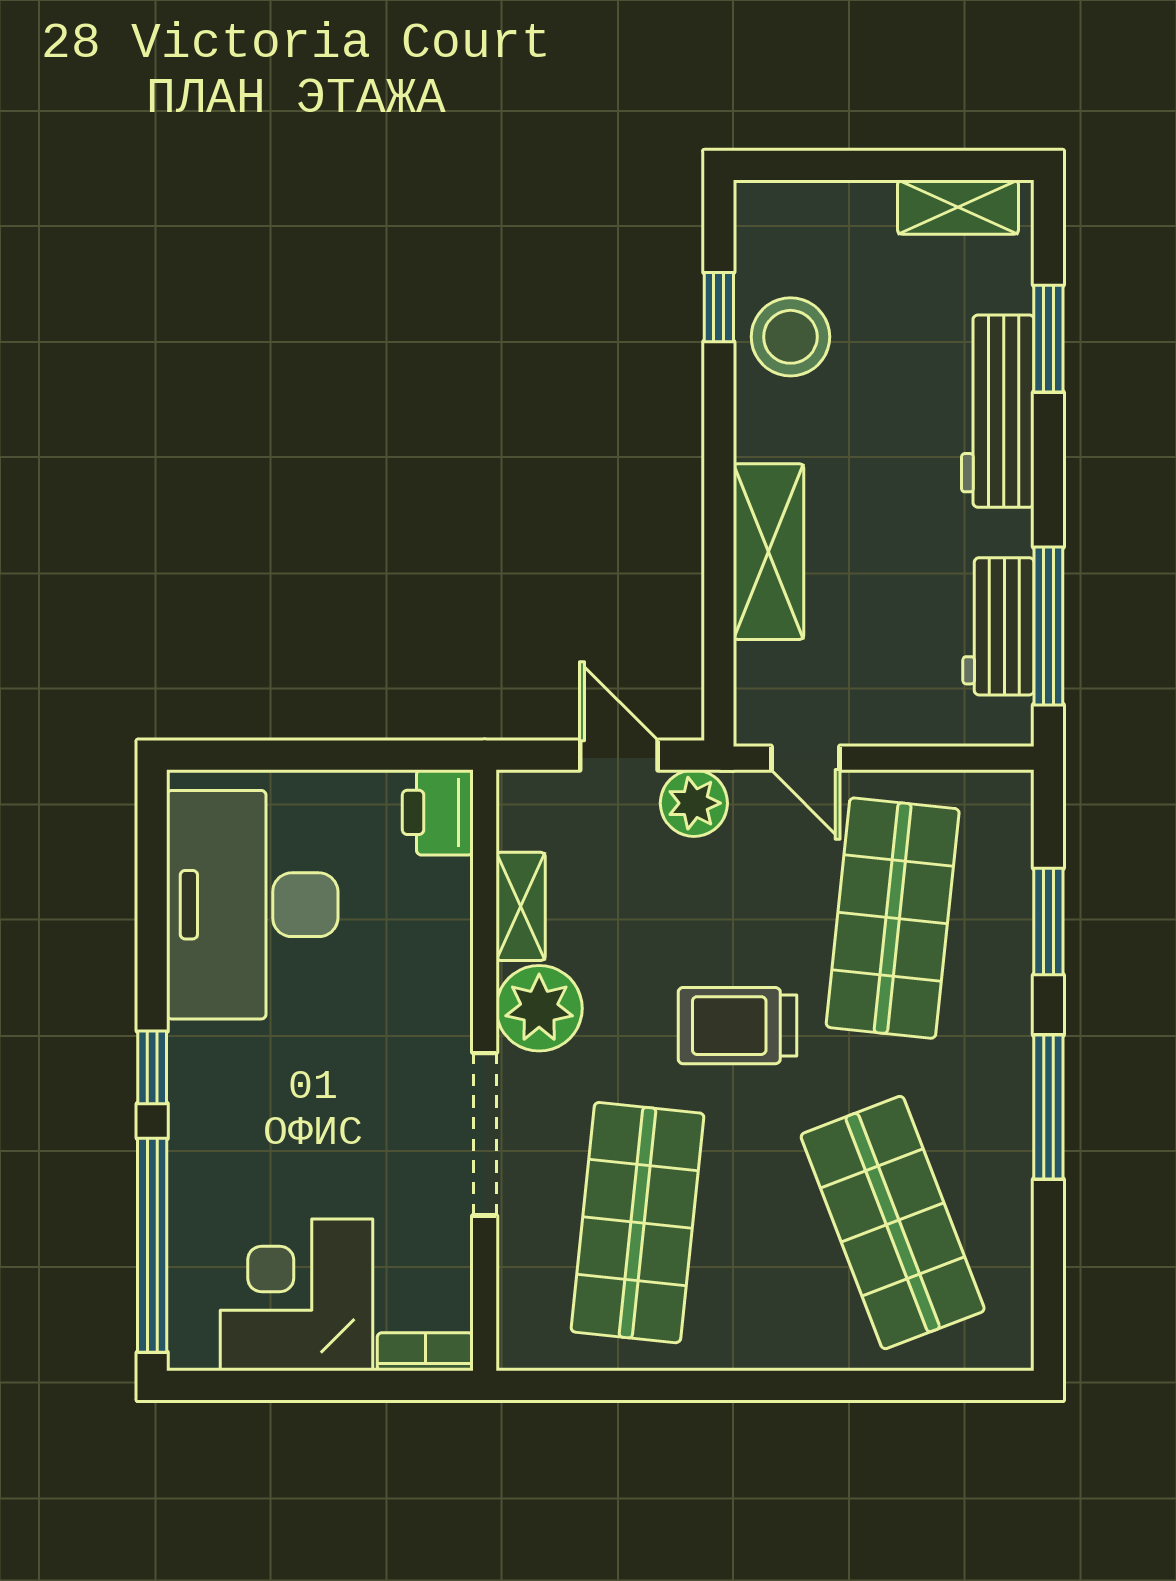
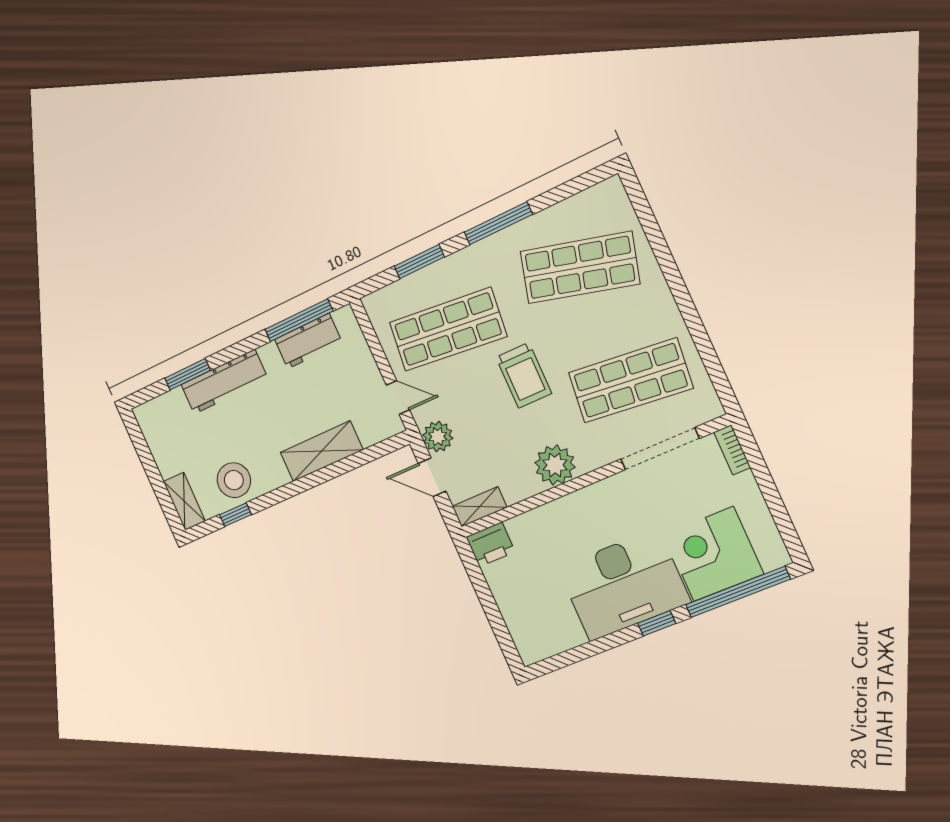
shelving: (958, 207) -> (184, 501), moved
door: (619, 755) -> (432, 477), hinge flipped
door: (806, 758) -> (398, 397), hinge flipped
desk: (252, 905) -> (624, 585), moved
shelving: (521, 906) -> (480, 507), moved
doorway: (485, 1134) -> (660, 449), moved
shop shelf: (893, 1223) -> (580, 268), turned 36
corner desk: (297, 1295) -> (714, 554), moved, turned 90

